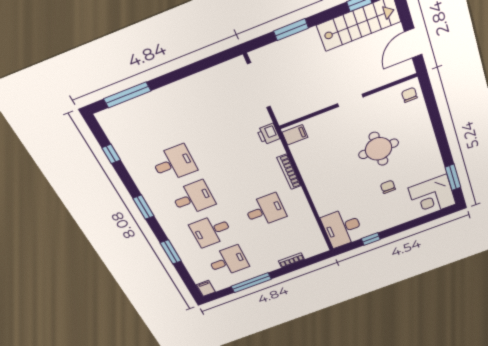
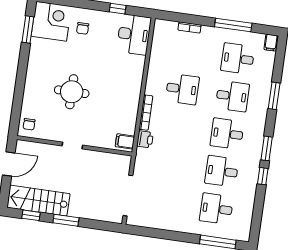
window: (291, 30) -> (66, 220), moved
desk: (153, 126) -> (216, 209), added
printer: (268, 134) -> (145, 139), moved
window: (111, 154) -> (263, 176), moved
chair: (388, 187) -> (83, 28), moved
desk: (265, 210) -> (182, 89), turned 180

